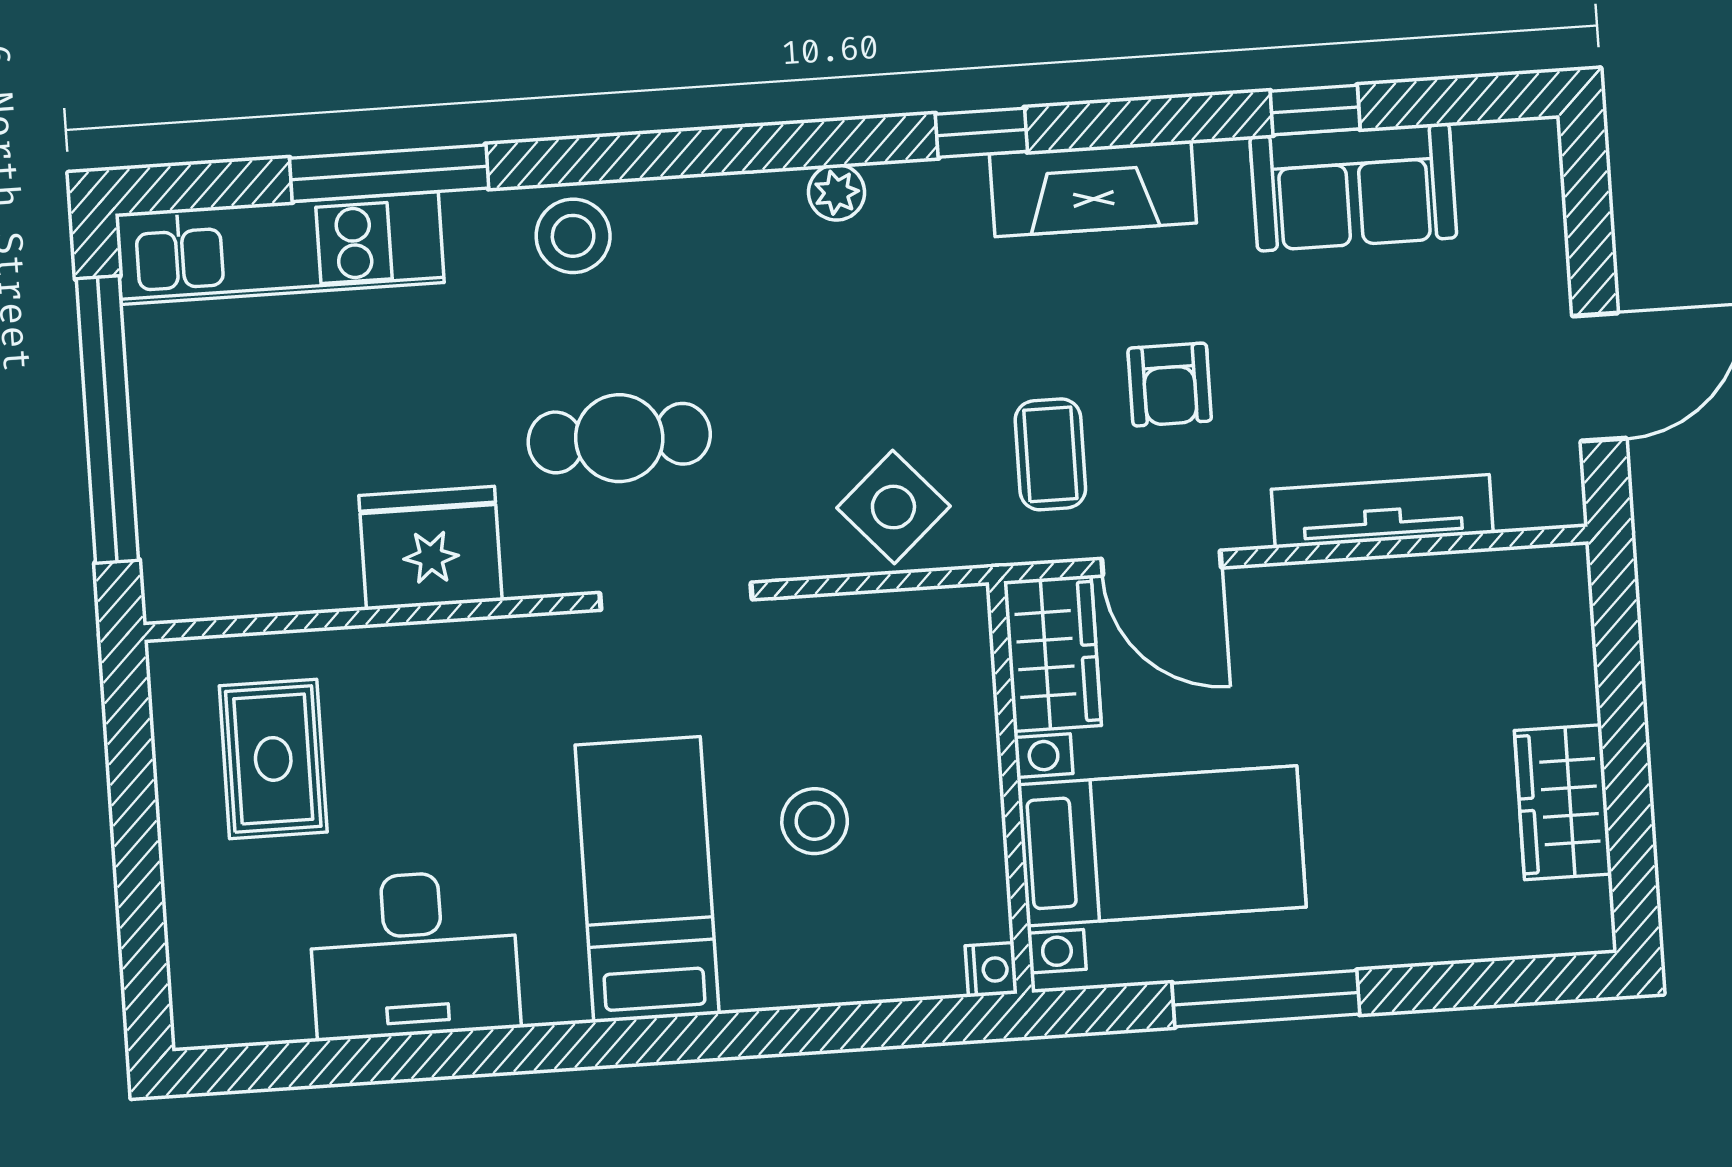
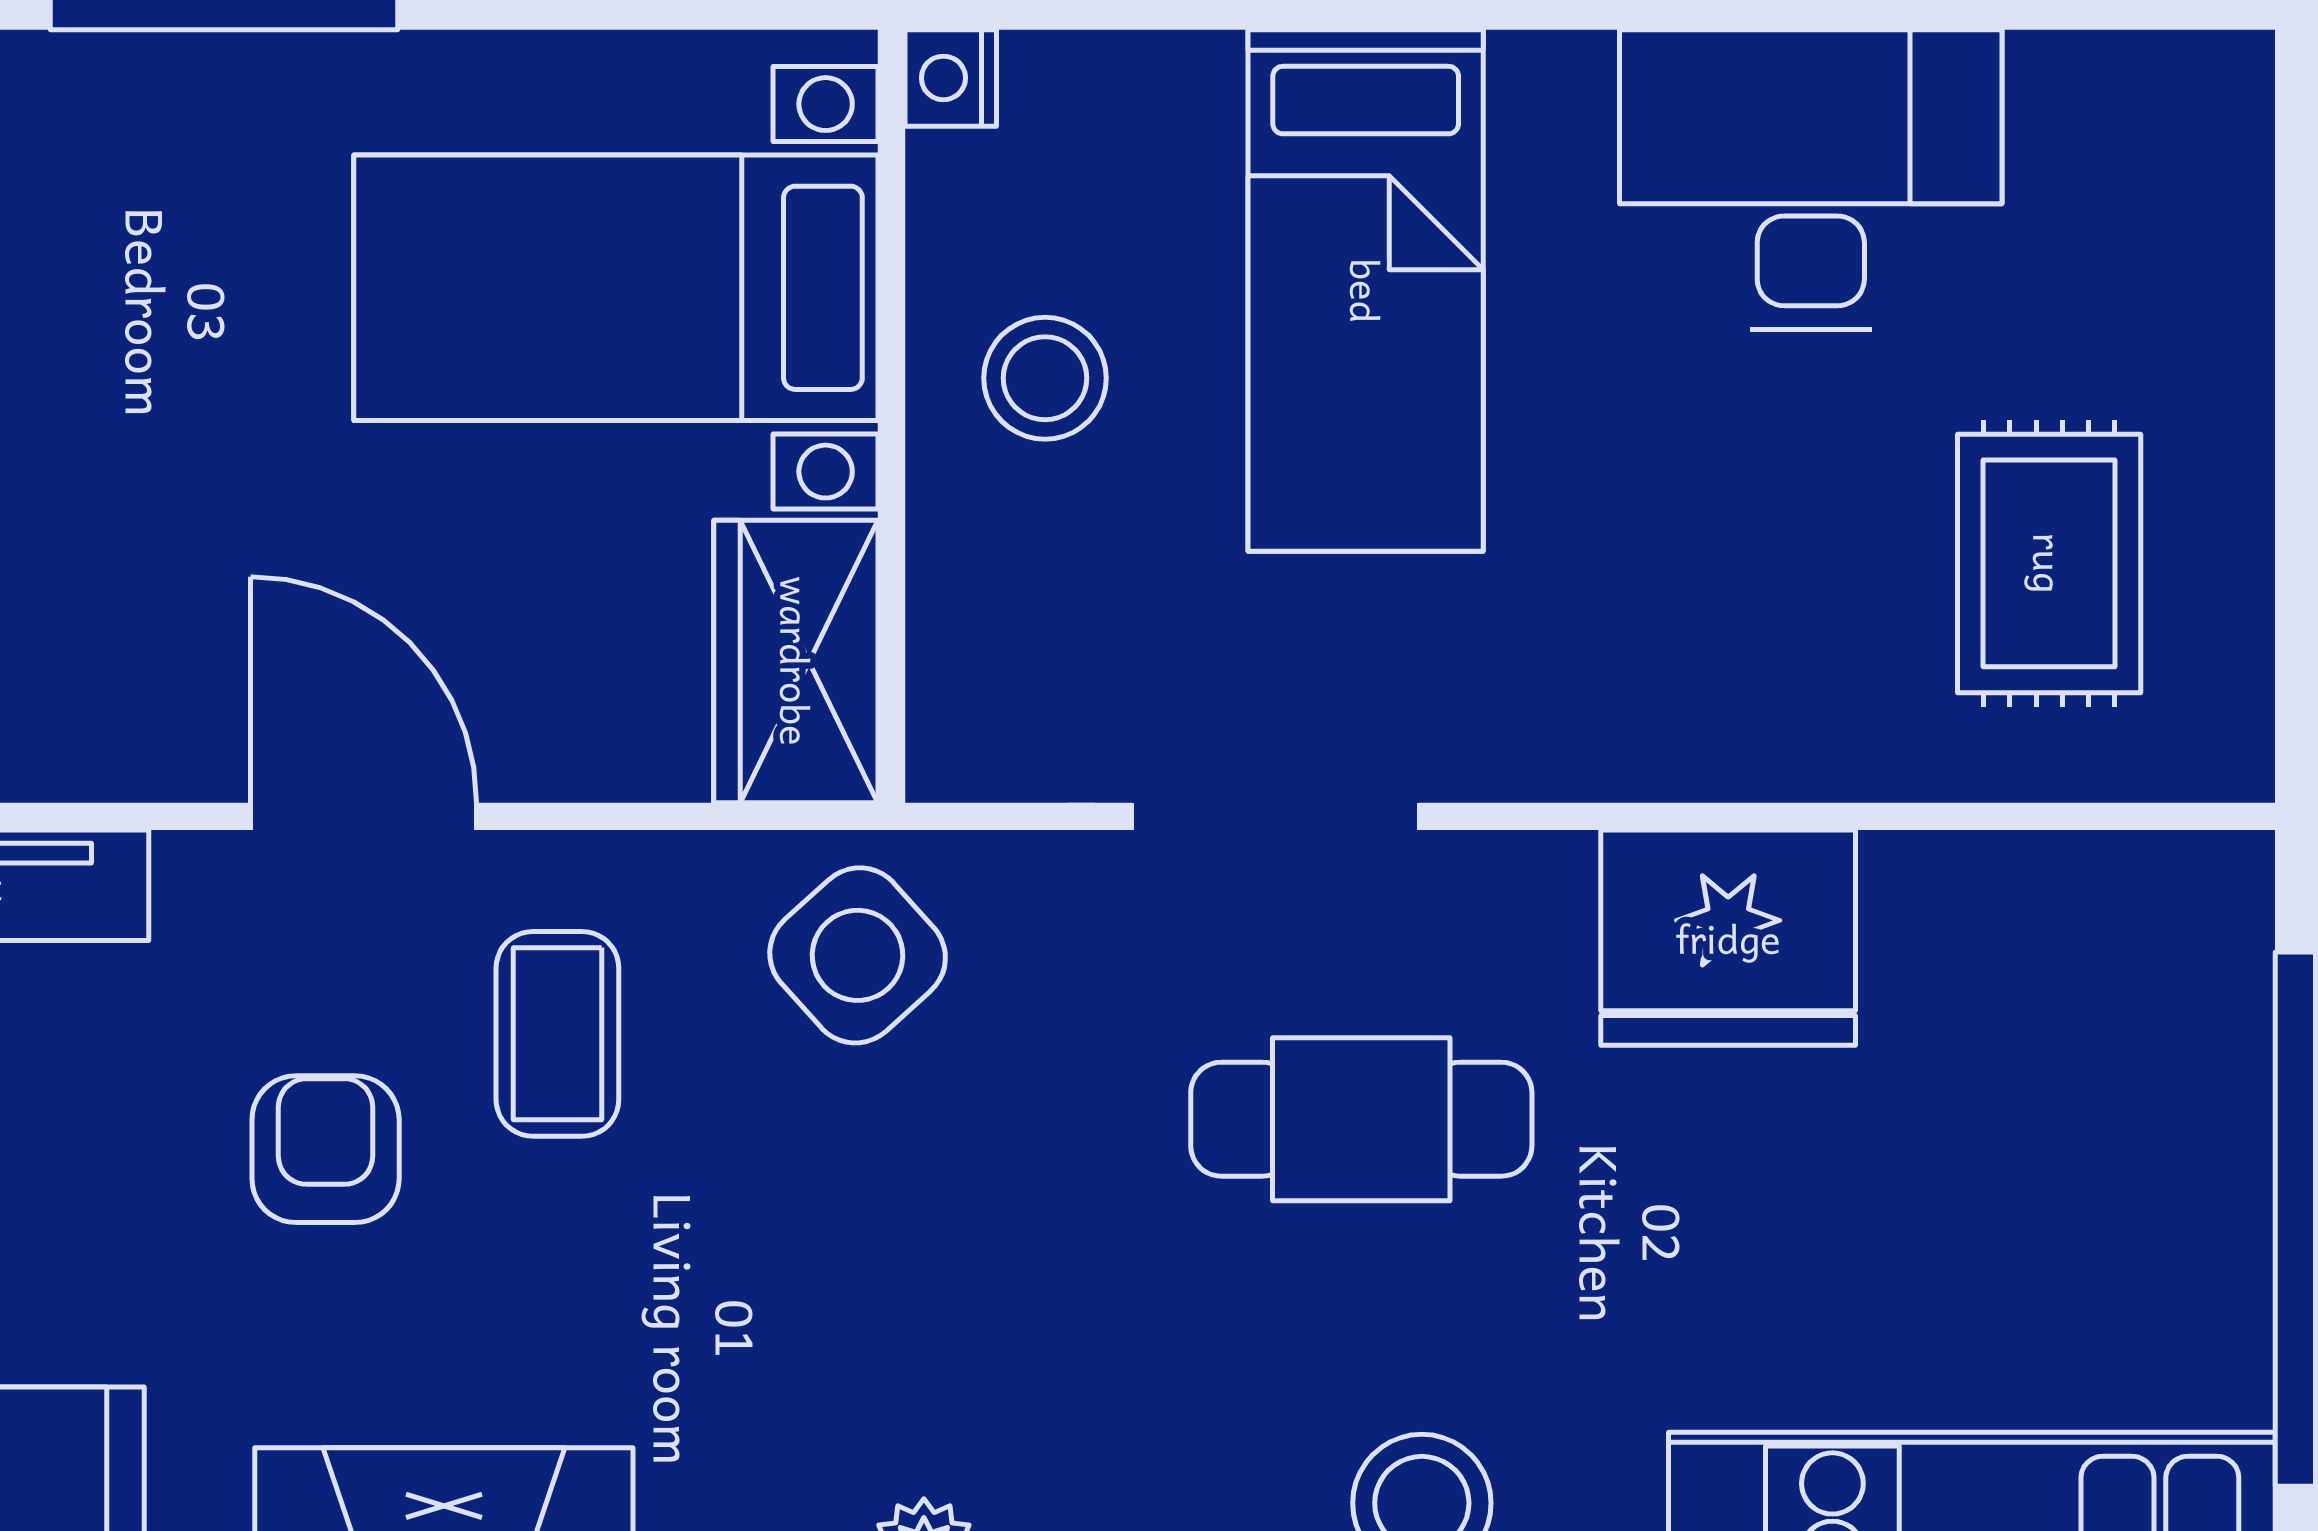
wardrobe: (1052, 653) -> (796, 661), moved
wall: (1010, 787) -> (892, 416), moved
bed with nightstands: (1162, 846) -> (616, 288), moved
nightstand: (991, 970) -> (951, 78), moved

